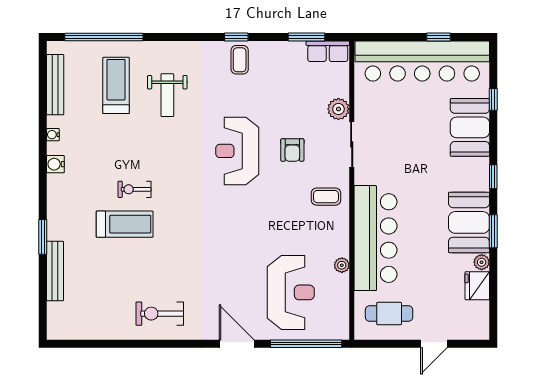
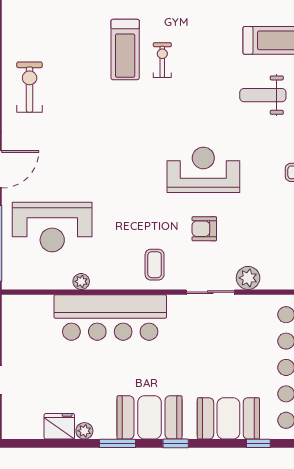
booth: (469, 222) -> (149, 417), moved
cafe table: (389, 314) -> (30, 332), removed

